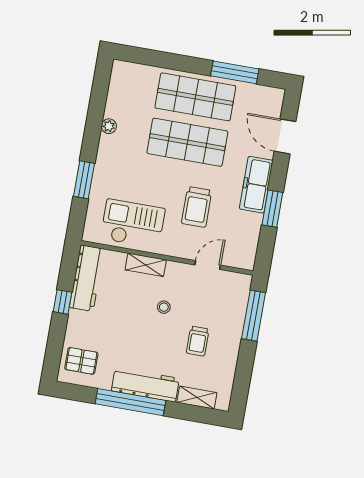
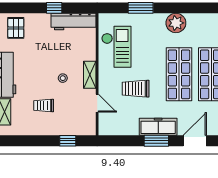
plant: (109, 126) -> (176, 23), width x1.88, depth x1.88
window: (272, 209) -> (156, 141), moved
shelving: (146, 265) -> (90, 75), moved
window: (254, 316) -> (68, 141), width x0.46

